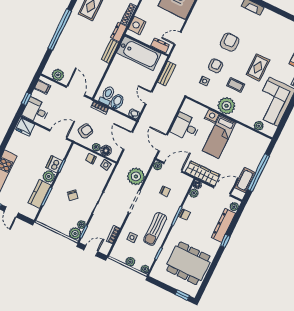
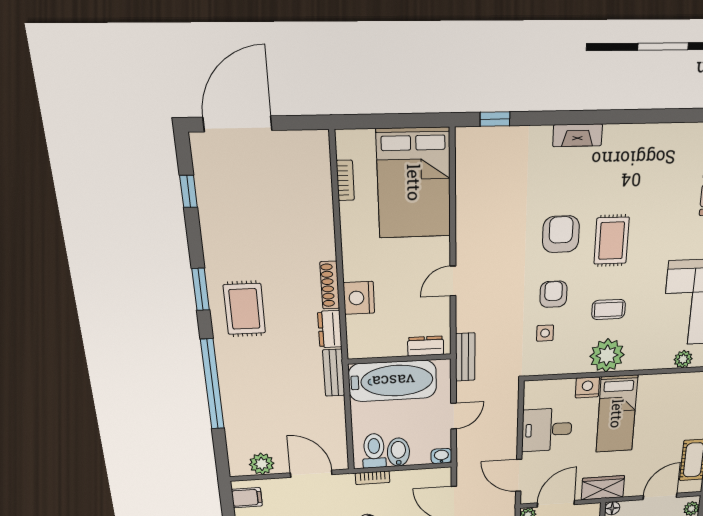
wall: (147, 45) -> (400, 359), moved
dresser: (160, 45) -> (426, 346), moved
bathtub: (139, 53) -> (393, 381), moved
rug: (258, 67) -> (612, 241), moved
door: (149, 98) -> (454, 416), swing flipped
wardrobe: (202, 173) -> (603, 488), width x0.67

